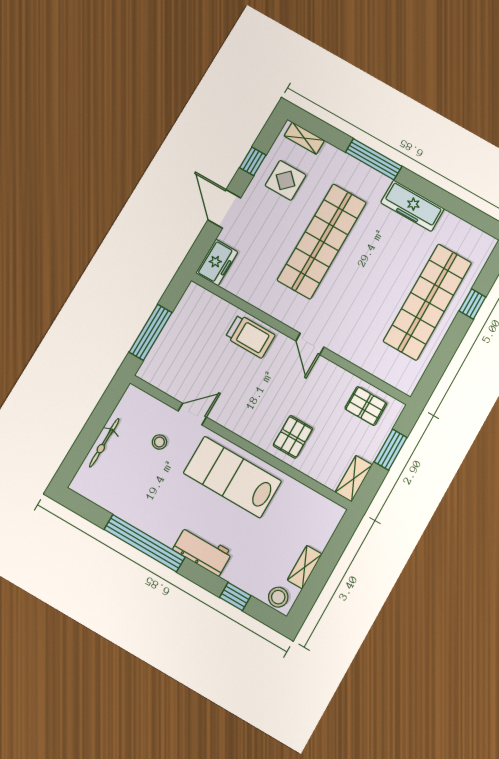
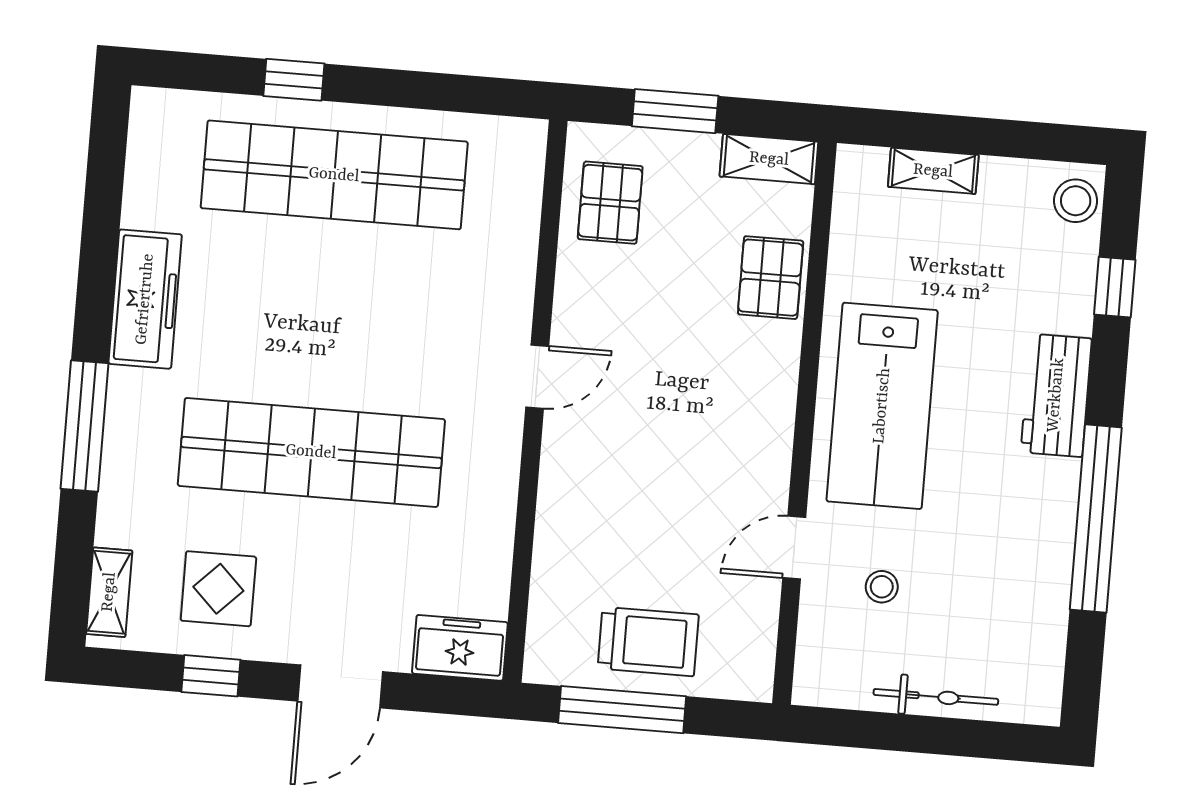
window: (150, 332) -> (622, 710), moved
trolley: (250, 336) -> (648, 642), moved, turned 90
door: (192, 414) -> (794, 548), hinge flipped
pallet: (293, 437) -> (771, 278), moved, turned 90
shelving: (305, 567) -> (933, 171), moved

